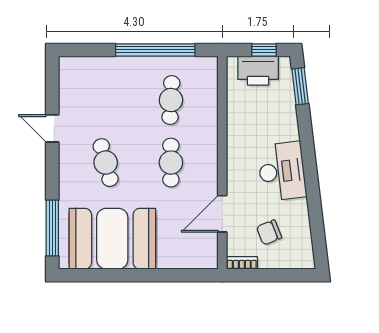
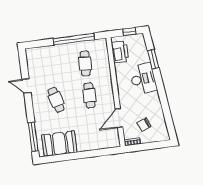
printer: (258, 71) -> (120, 52), moved, turned -90
window: (300, 86) -> (153, 59), moved
desk: (282, 171) -> (143, 79), moved
booth: (112, 239) -> (59, 144), width x0.73, depth x0.70

